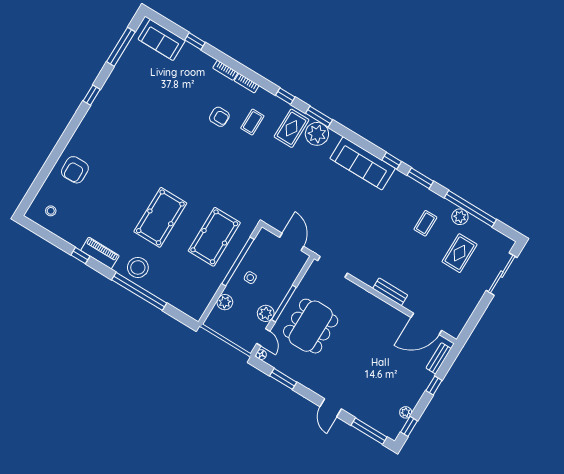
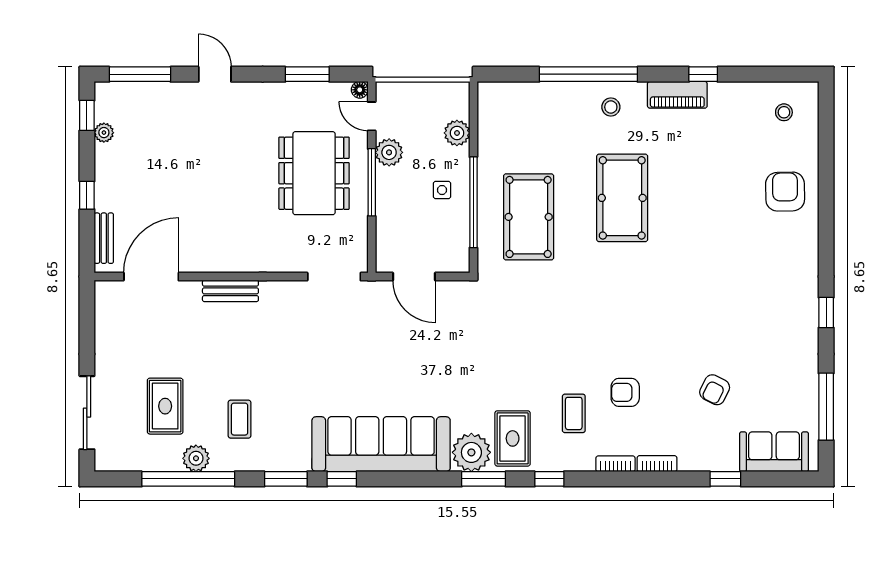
armchair: (173, 90) -> (715, 390), added
sofa: (363, 163) -> (381, 444), width x1.36, depth x1.27
stool: (138, 267) -> (611, 107), width x0.53, depth x0.53

